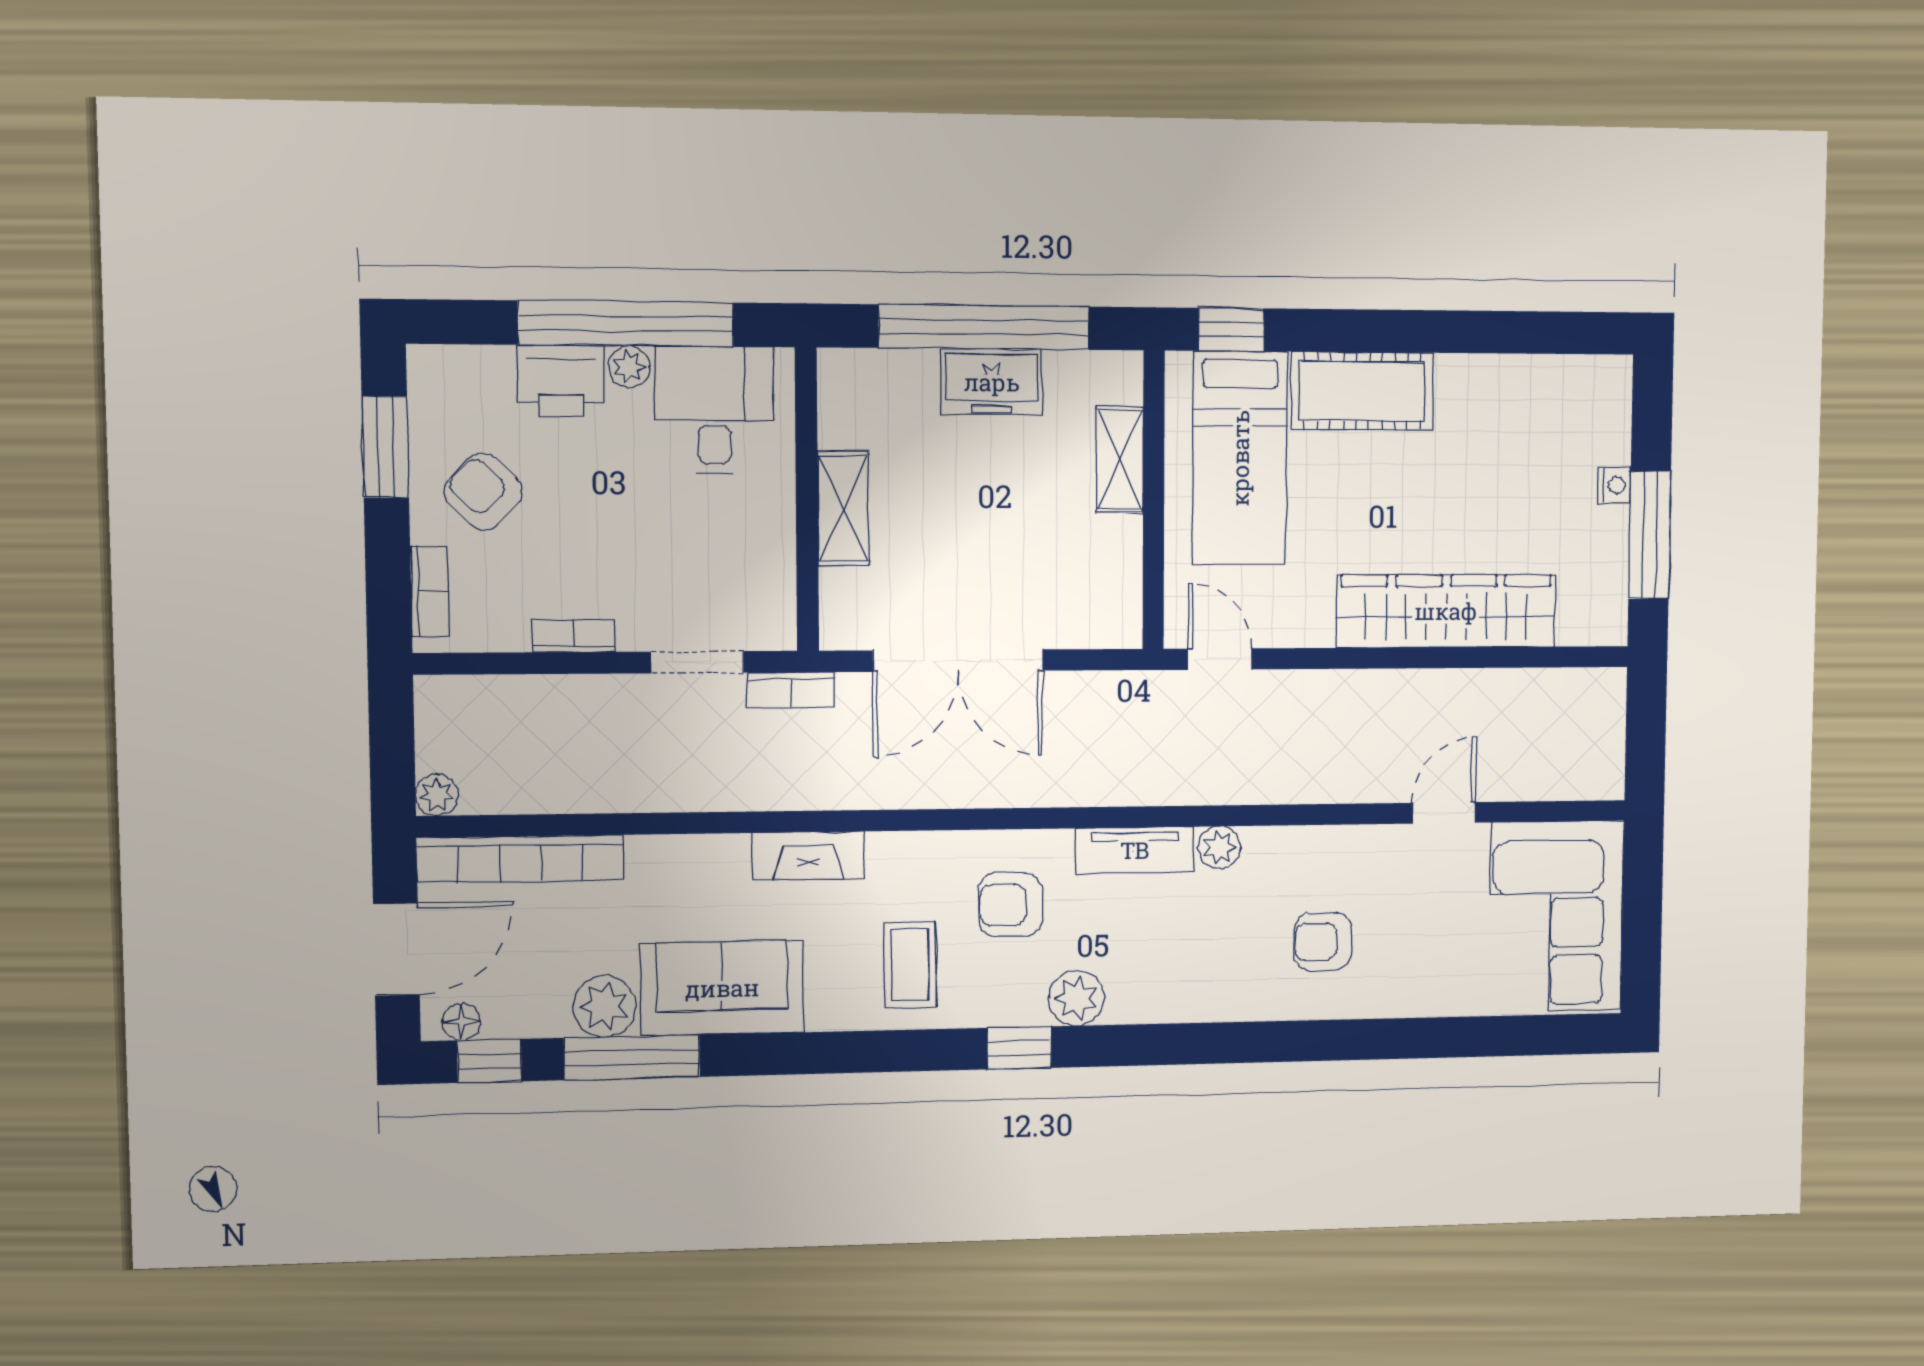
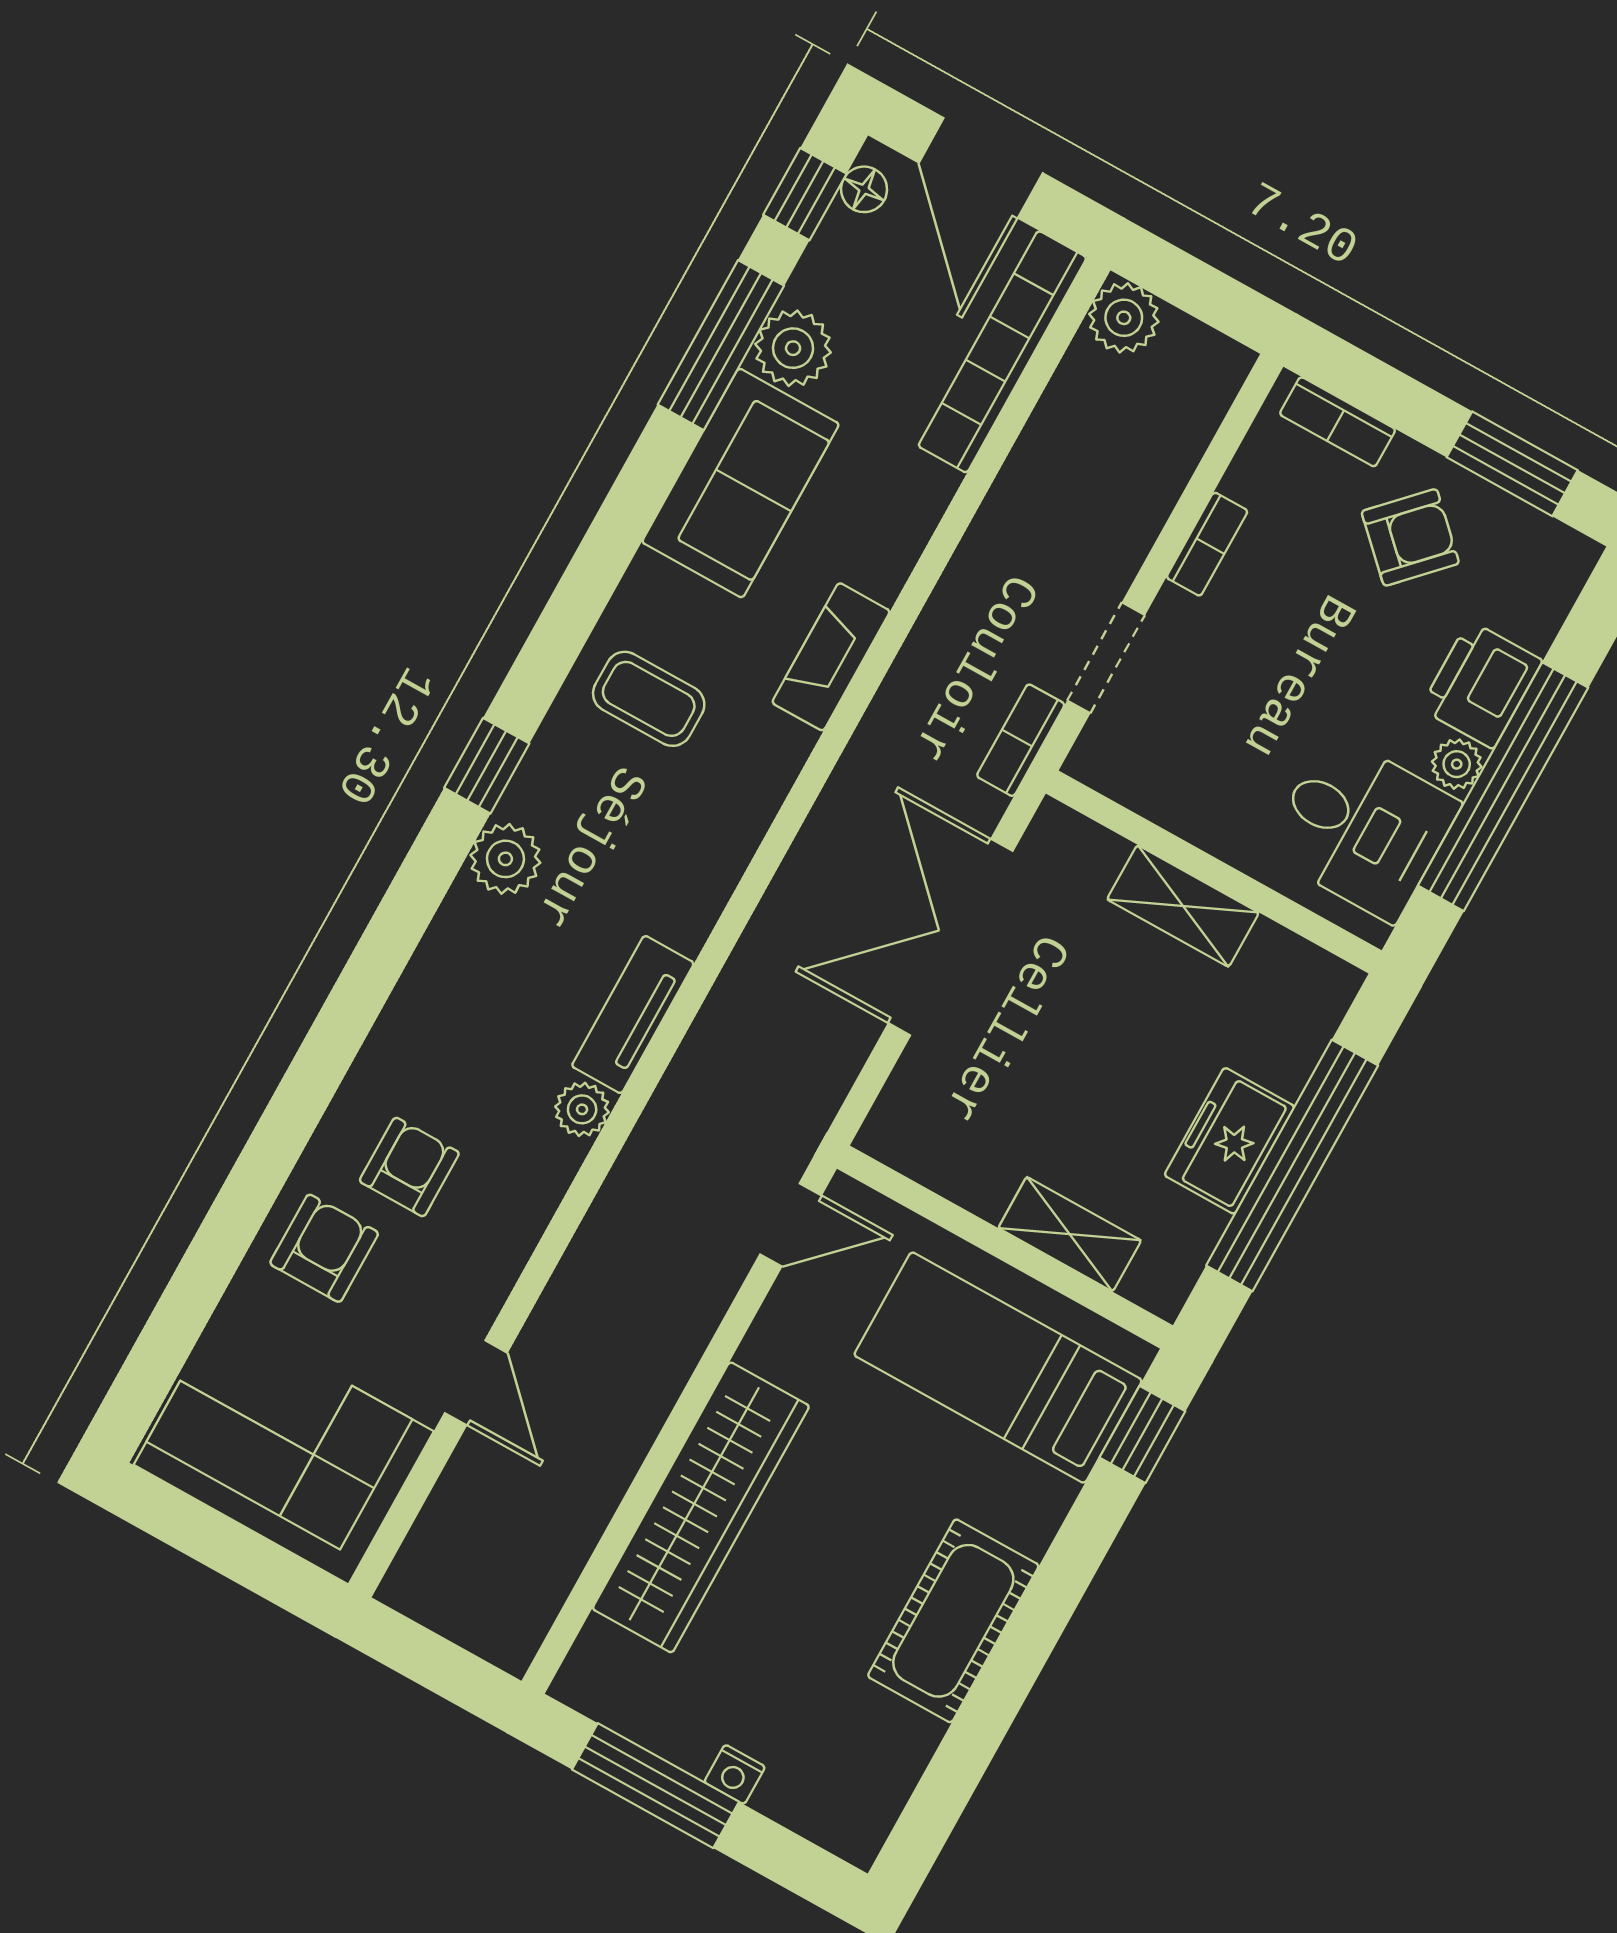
cot: (1363, 391) -> (953, 1621), moved
plant: (437, 795) -> (1124, 318), width x1.38, depth x1.38
armchair: (1011, 905) -> (324, 1248), moved

